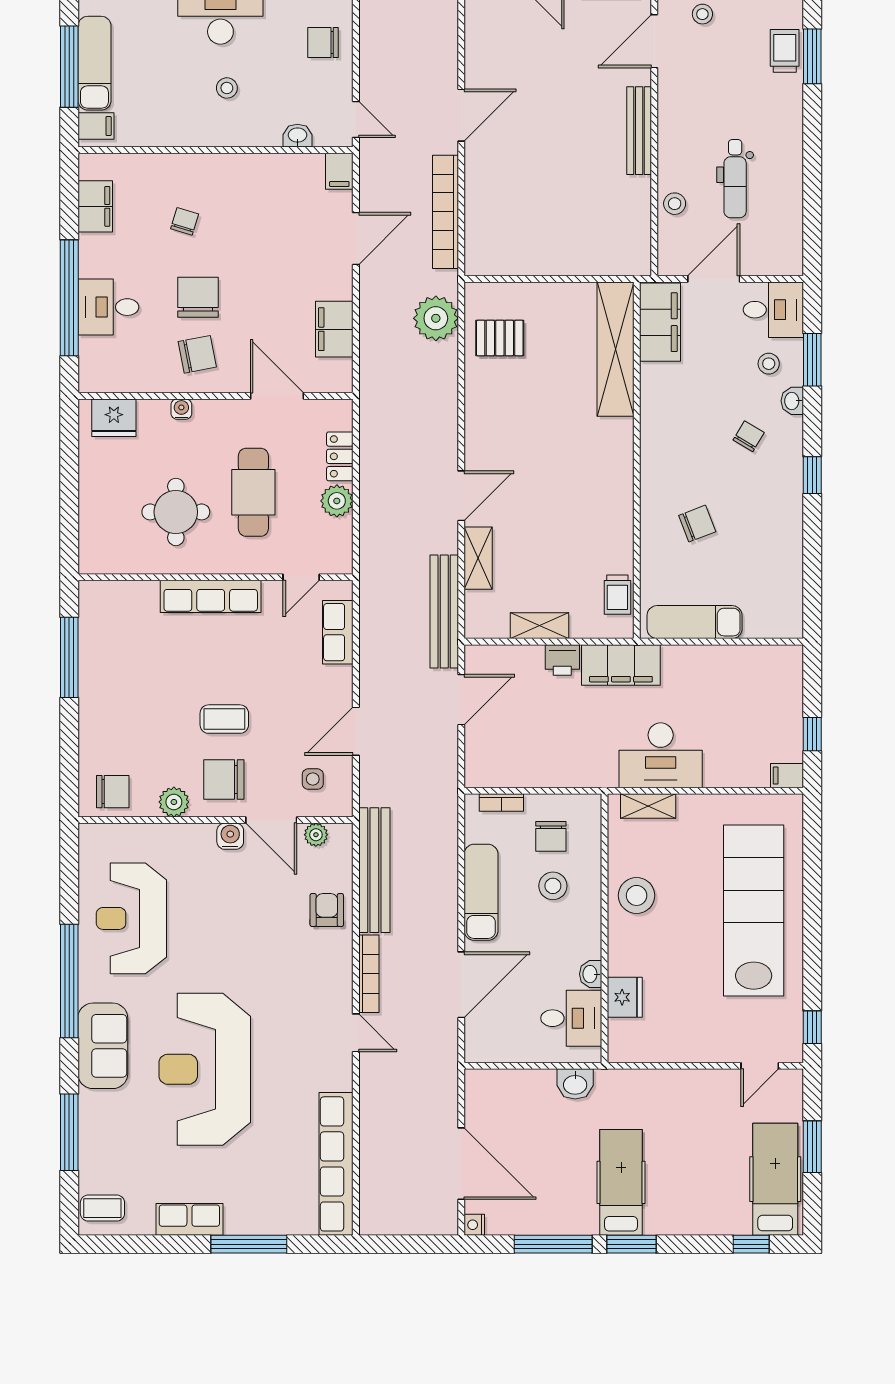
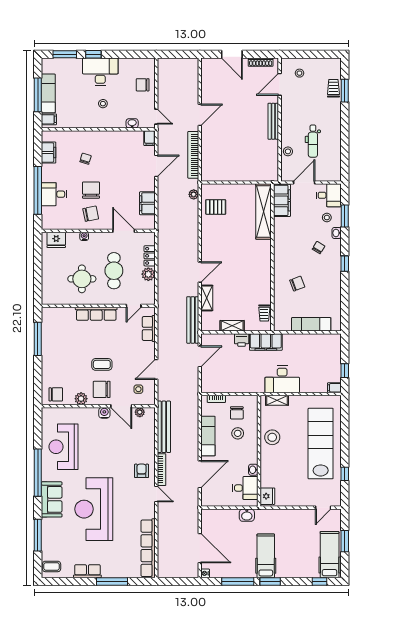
plant: (436, 318) -> (194, 194), width x0.53, depth x0.53
exam couch: (695, 622) -> (311, 324), moved
armchair: (327, 910) -> (142, 471), moved
fridge: (625, 997) -> (267, 496), moved
window: (812, 1027) -> (345, 474), moved

